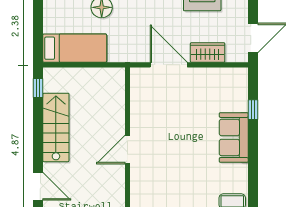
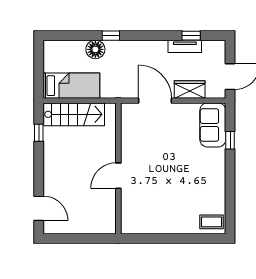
window: (38, 88) -> (39, 133), moved
stairs: (56, 127) -> (74, 114), moved, turned 90
sofa: (234, 137) -> (213, 125), moved

